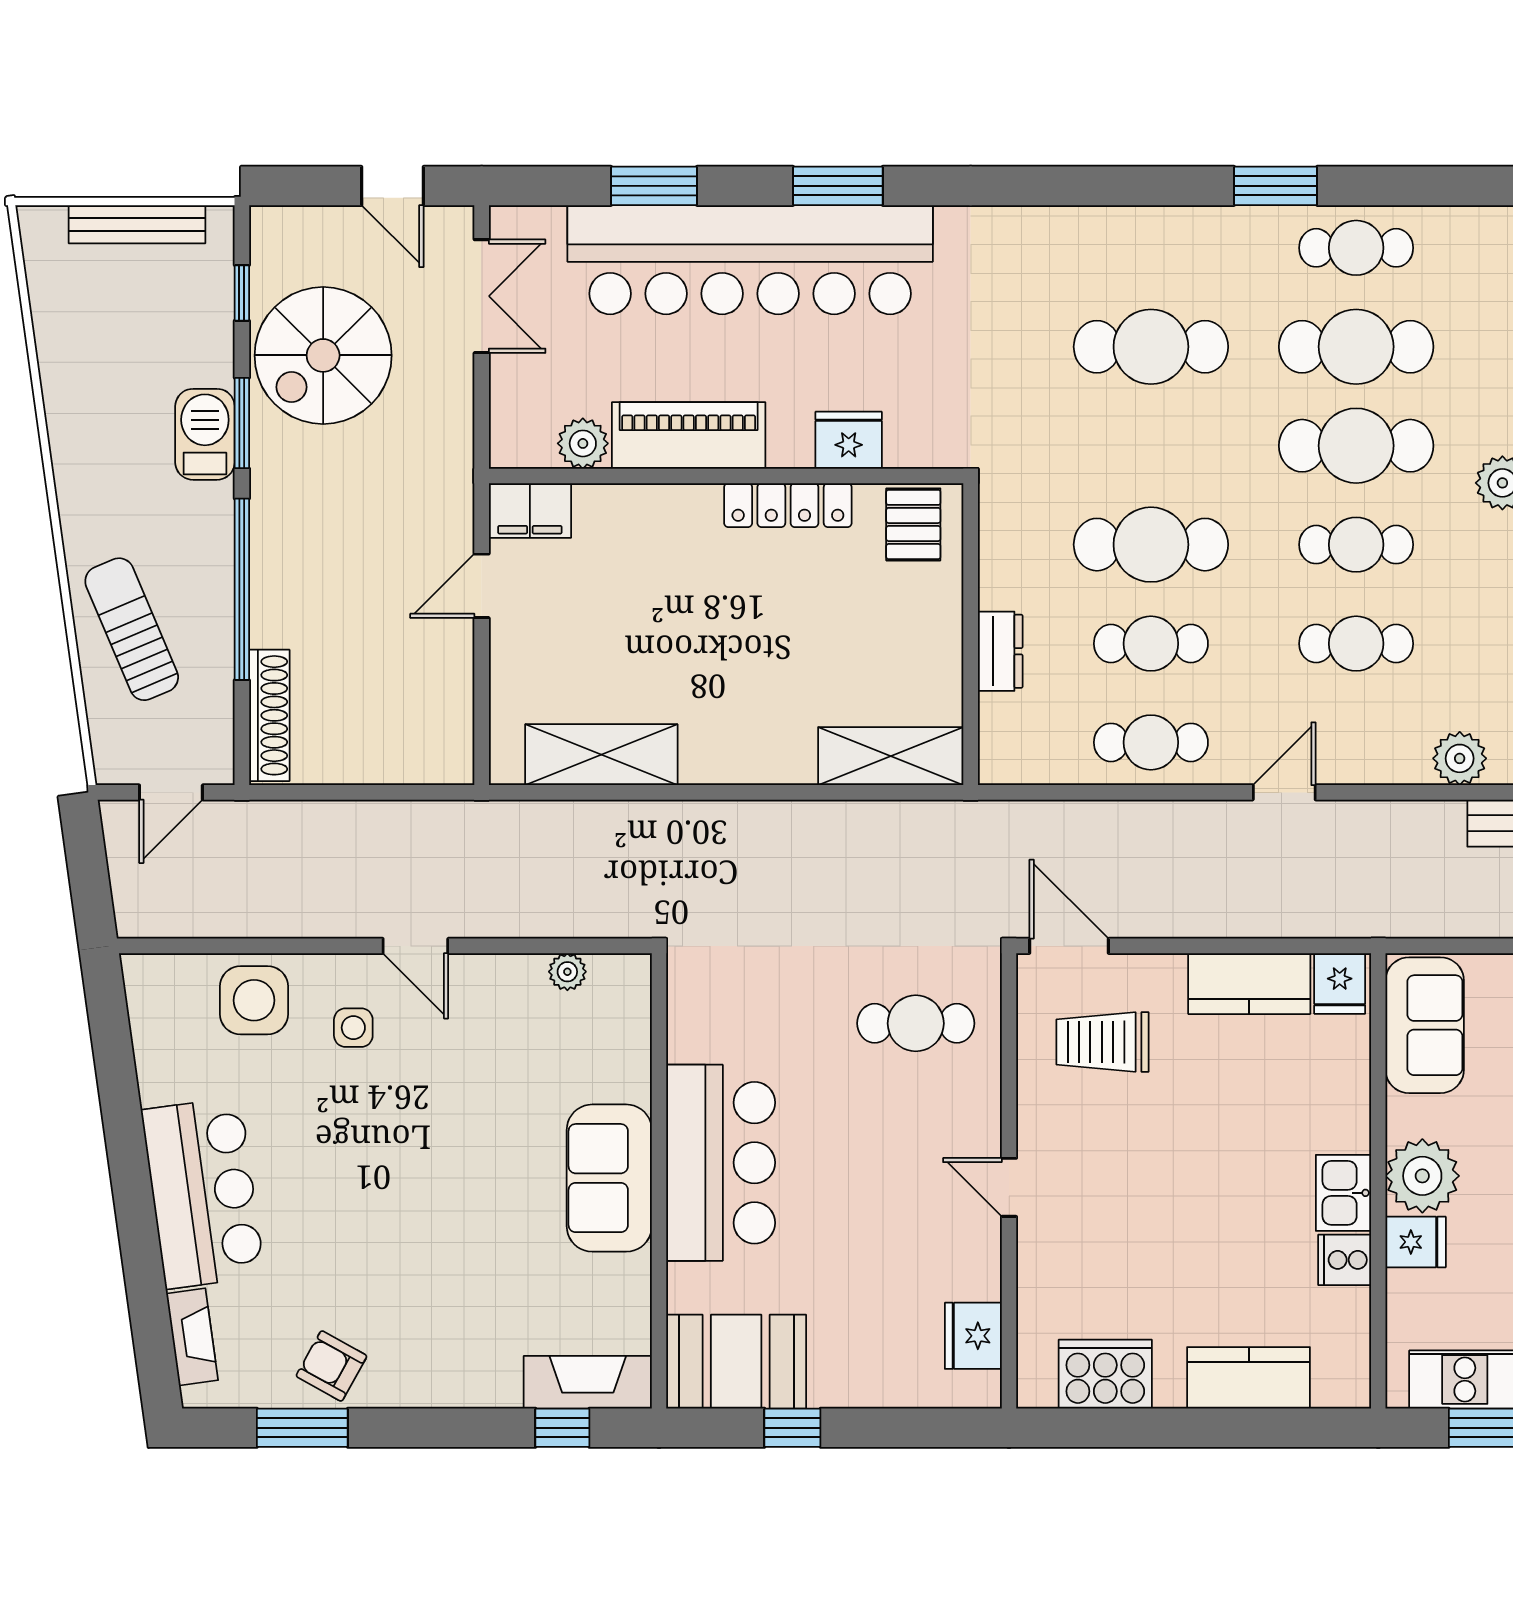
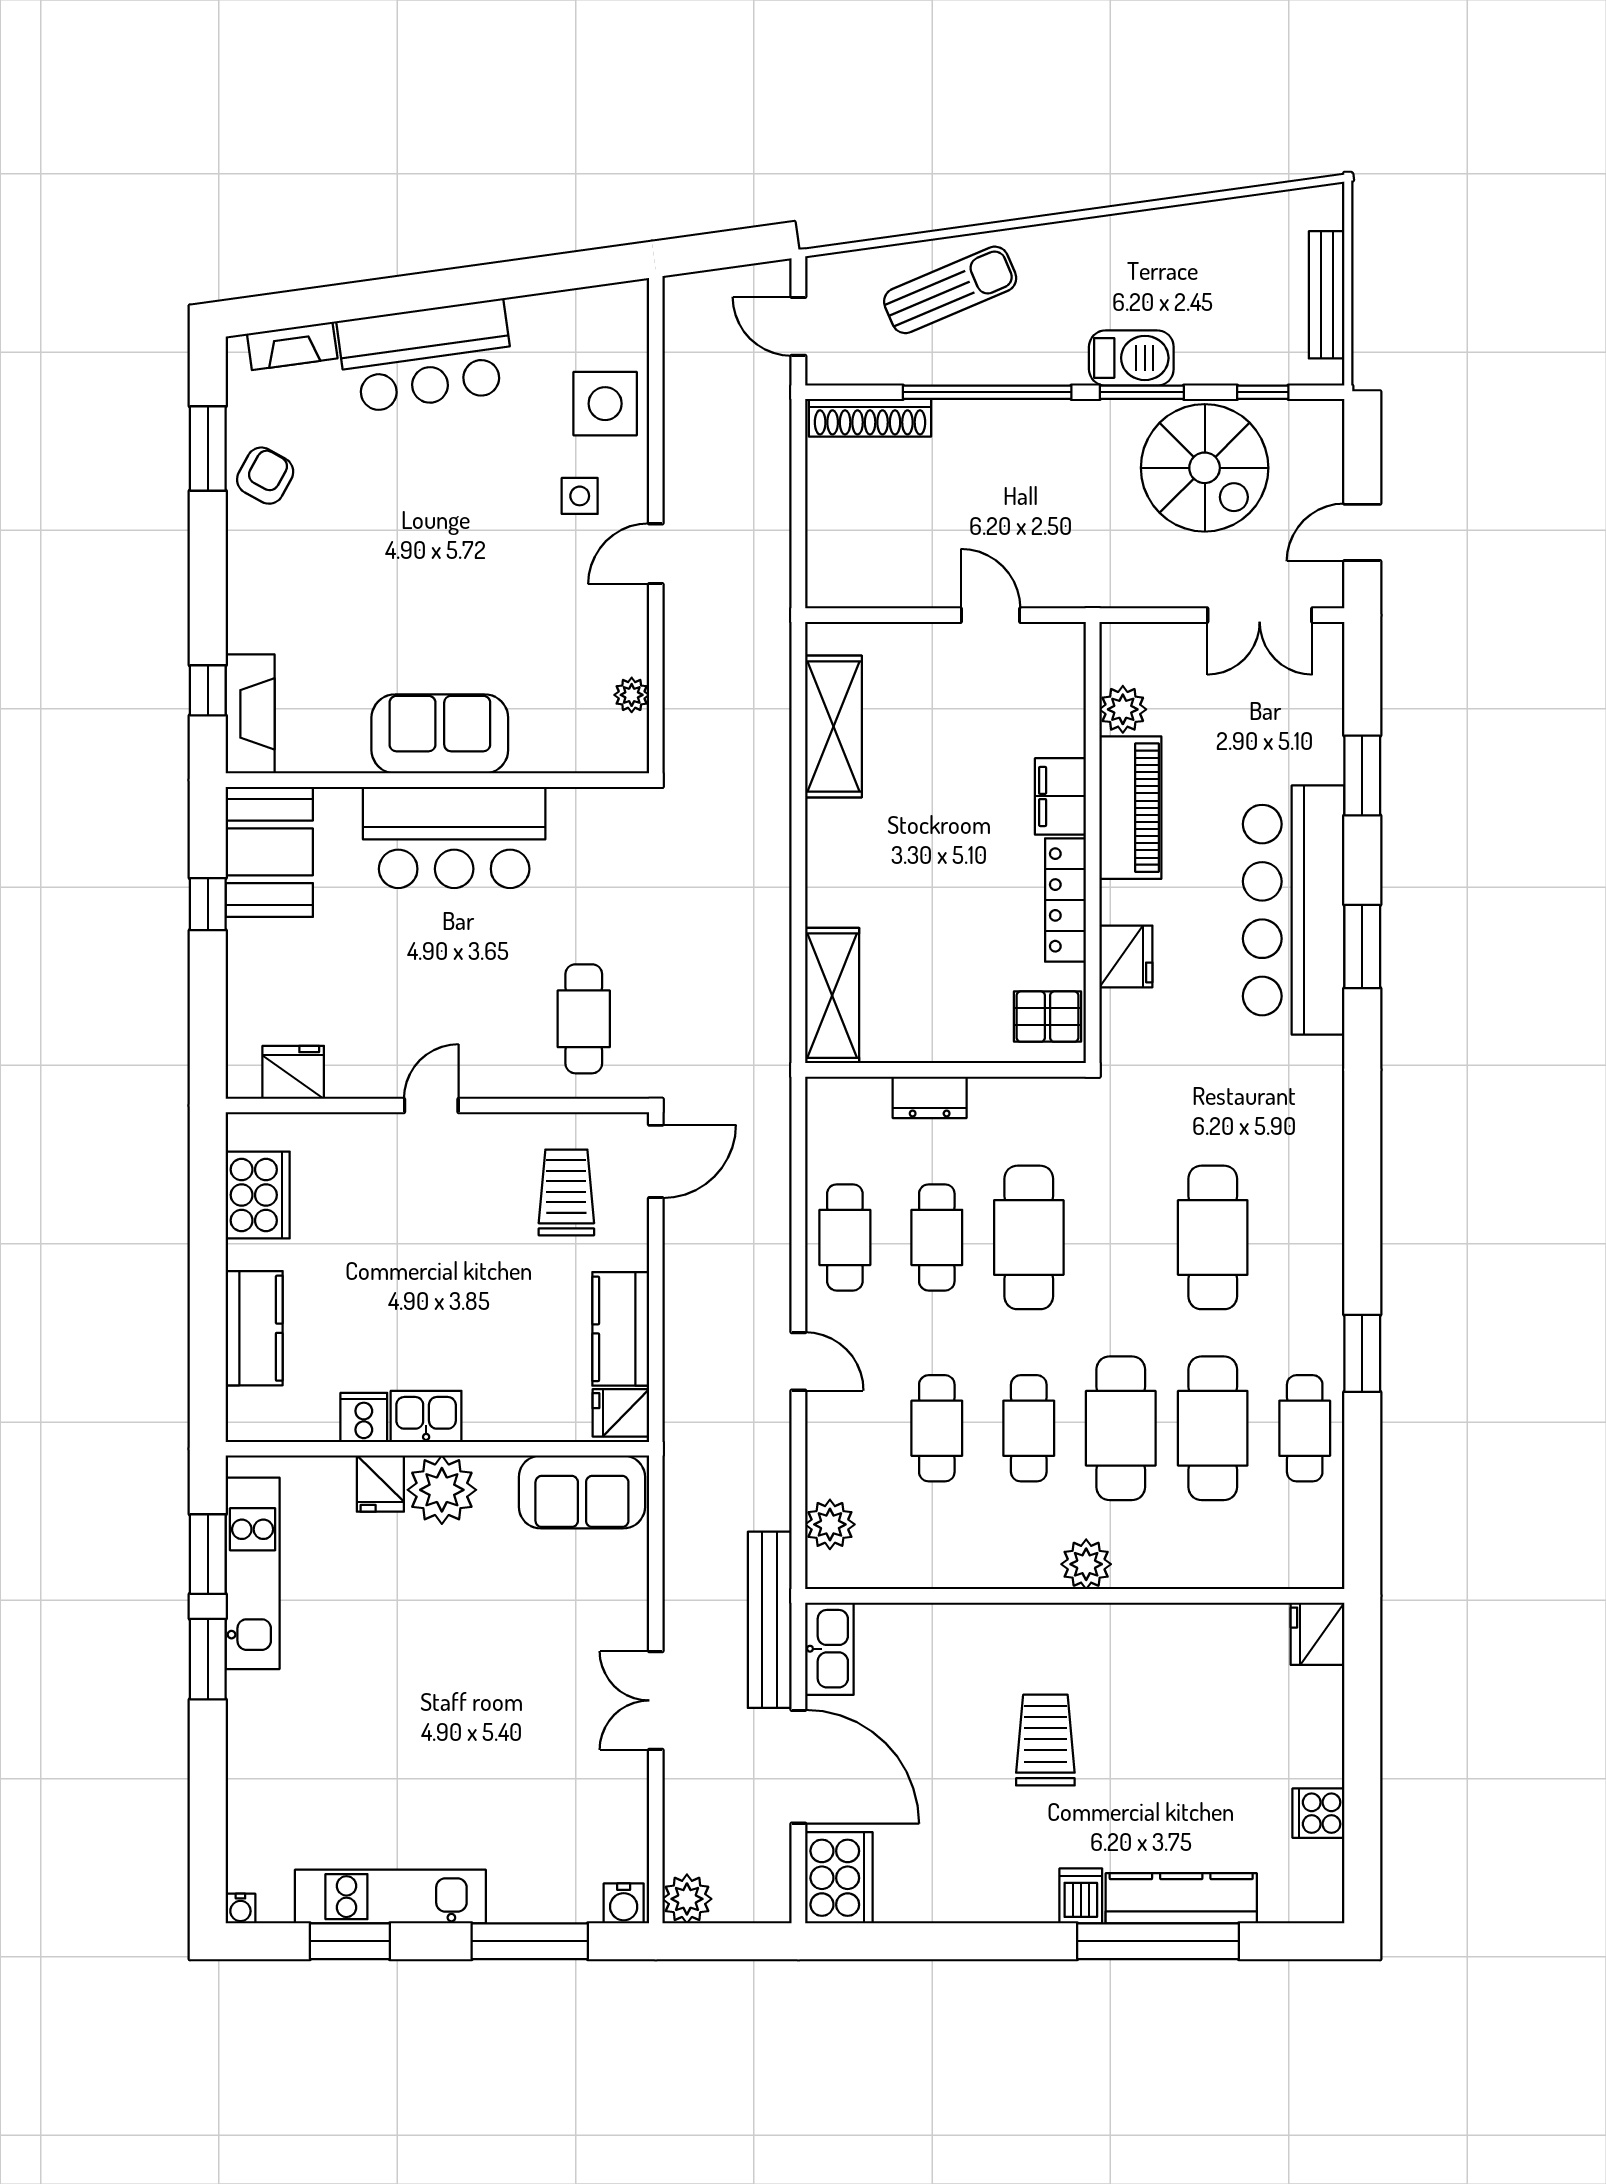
bar counter: (750, 260) -> (1294, 910), width x0.73
spiral stairs: (323, 355) -> (1205, 468), turned 180
filing cabinet: (530, 511) -> (1060, 796), moved

